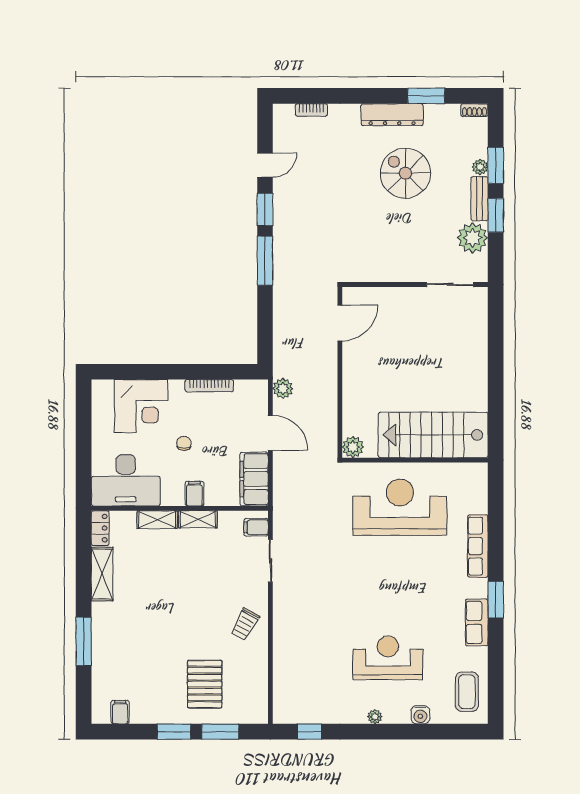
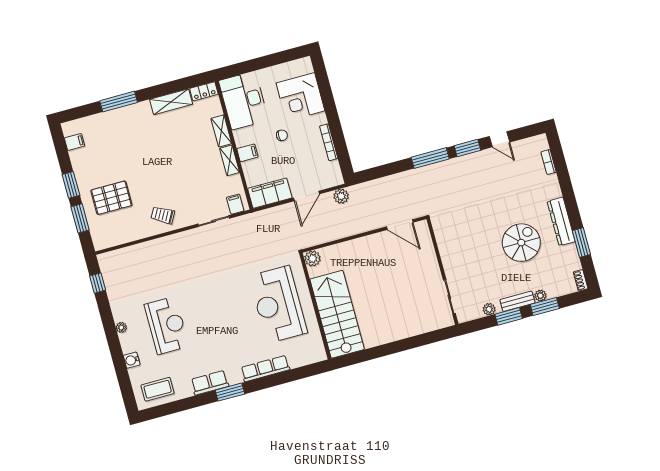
plant: (473, 238) -> (489, 309), width x0.53, depth x0.53
reception desk: (400, 507) -> (278, 304), turned 180

